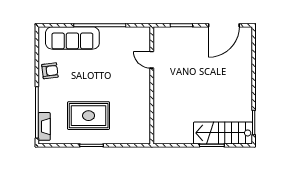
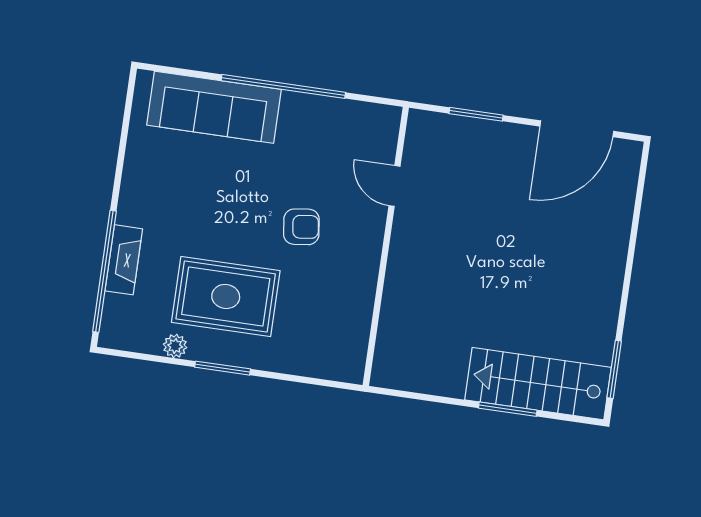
armchair: (50, 71) -> (301, 227), moved
fireplace: (44, 126) -> (124, 260), moved
plant: (71, 139) -> (175, 346), added

